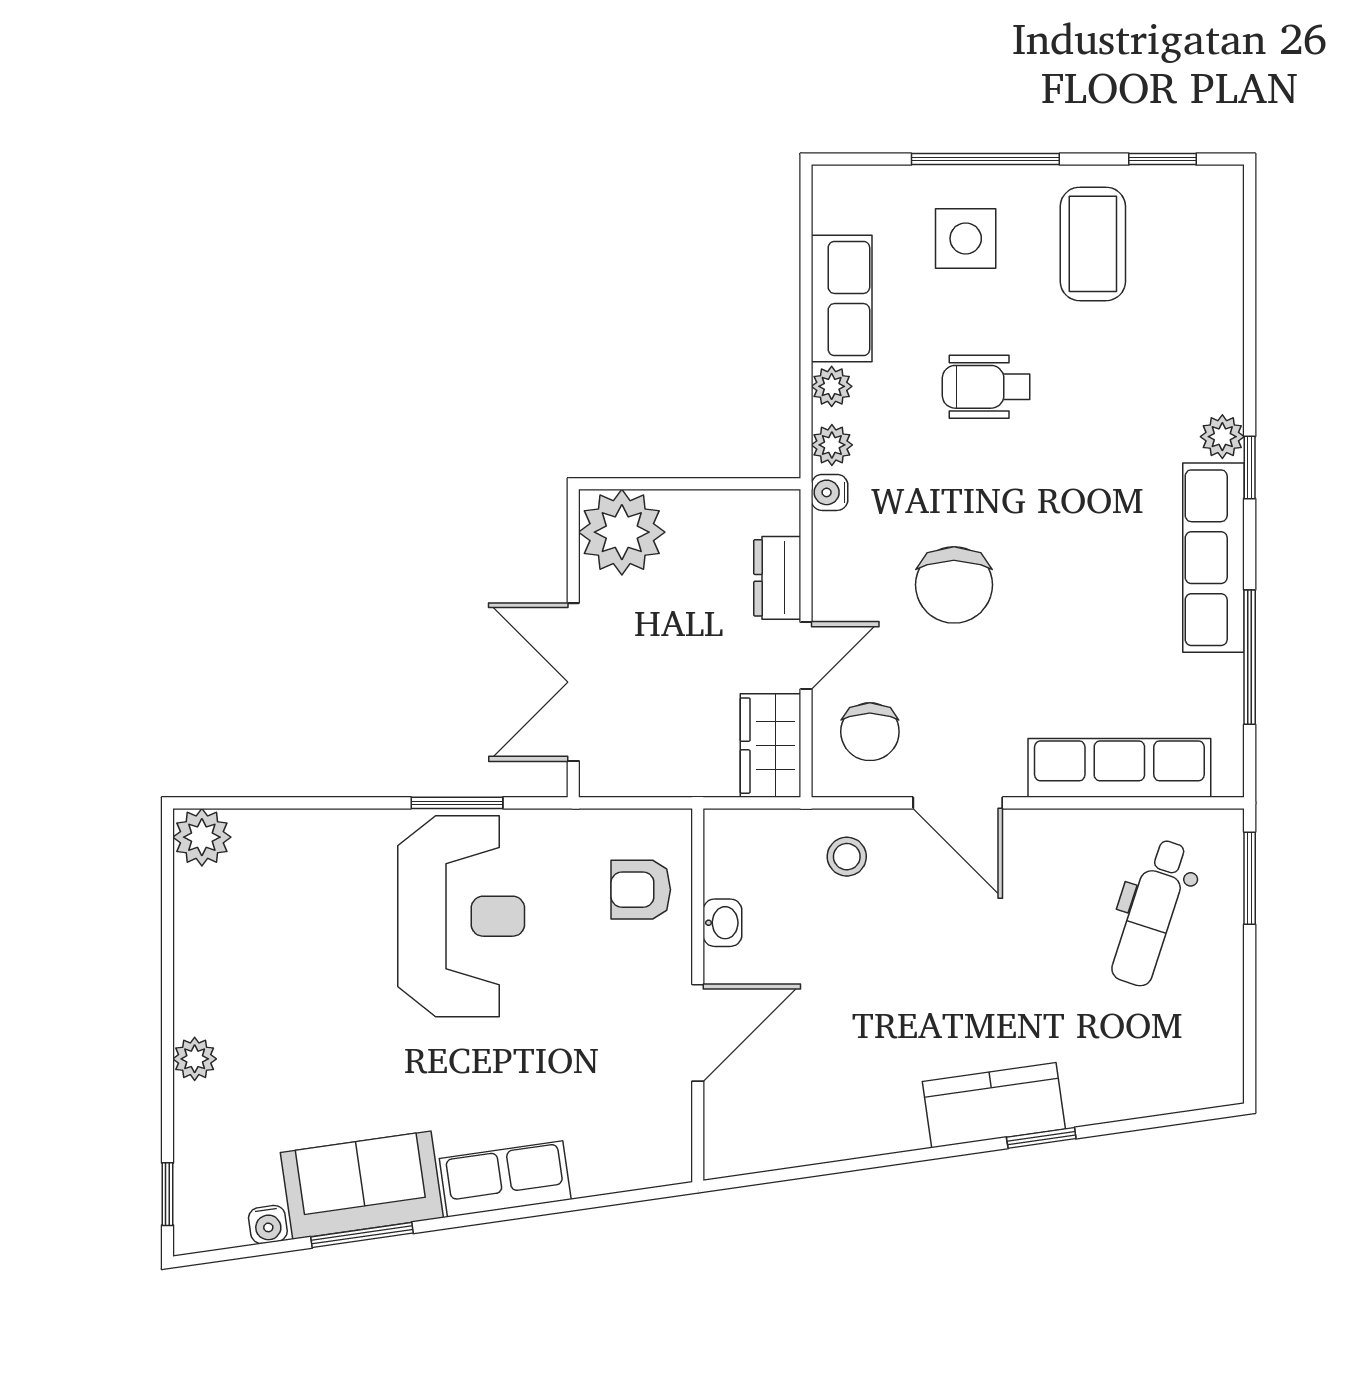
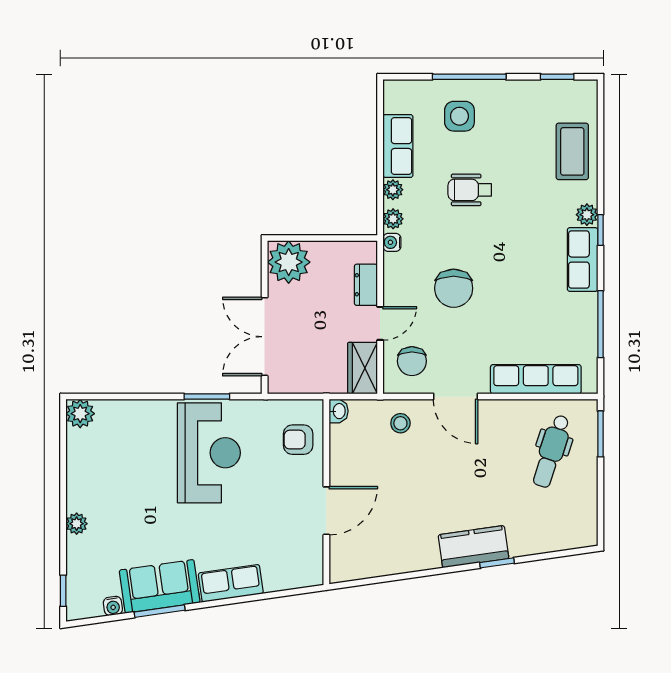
coffee table: (1093, 244) -> (572, 151), moved
row of seats: (1214, 558) -> (583, 260), width x0.68
washbasin: (722, 923) -> (339, 411), moved

